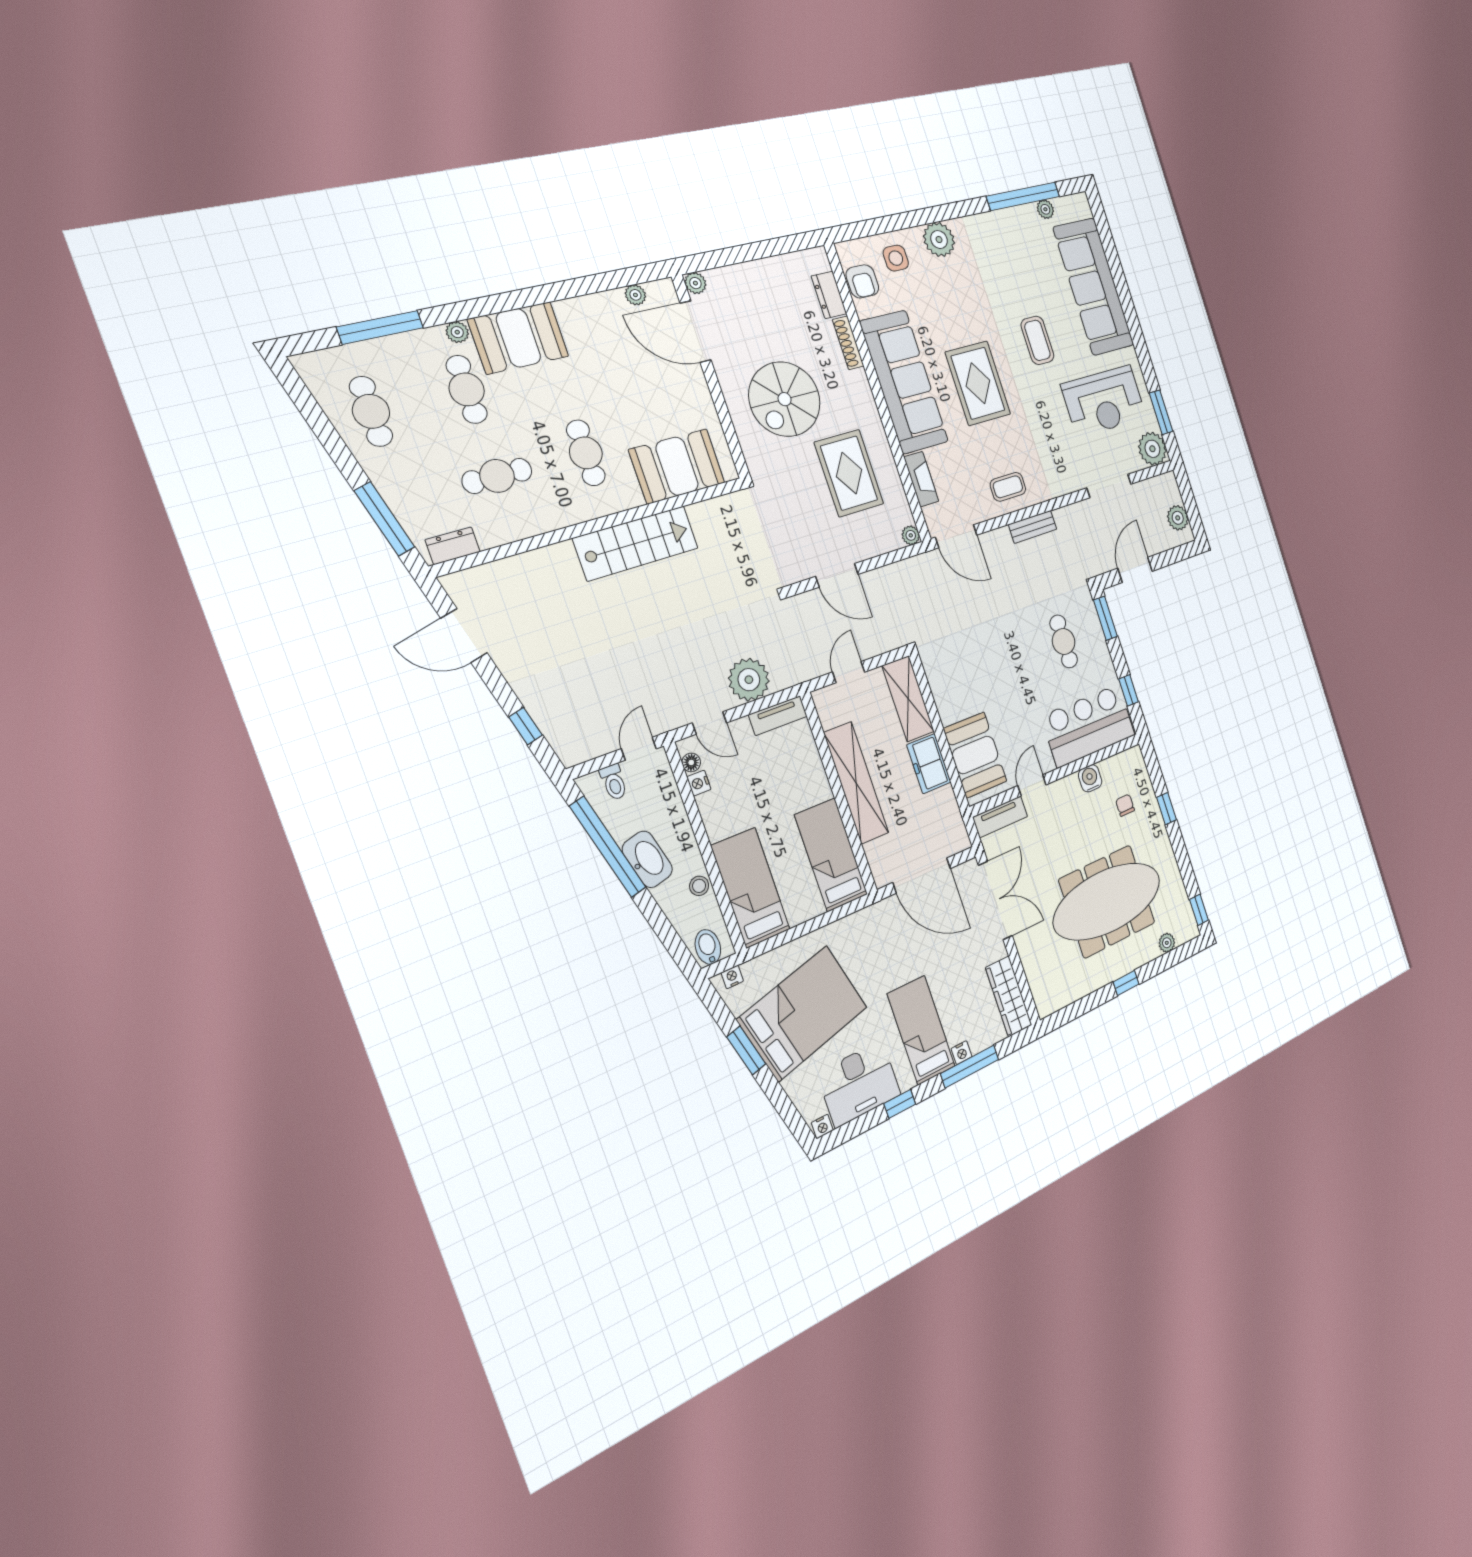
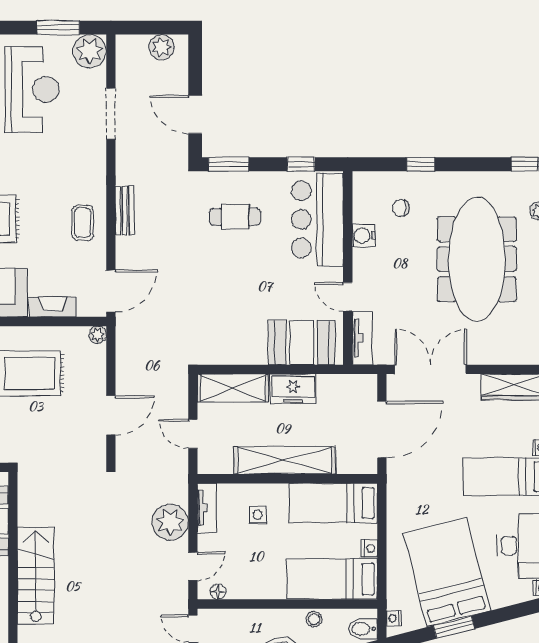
side table: (791, 775) -> (258, 515), added
nightstand: (699, 783) -> (369, 548), moved, turned -90

